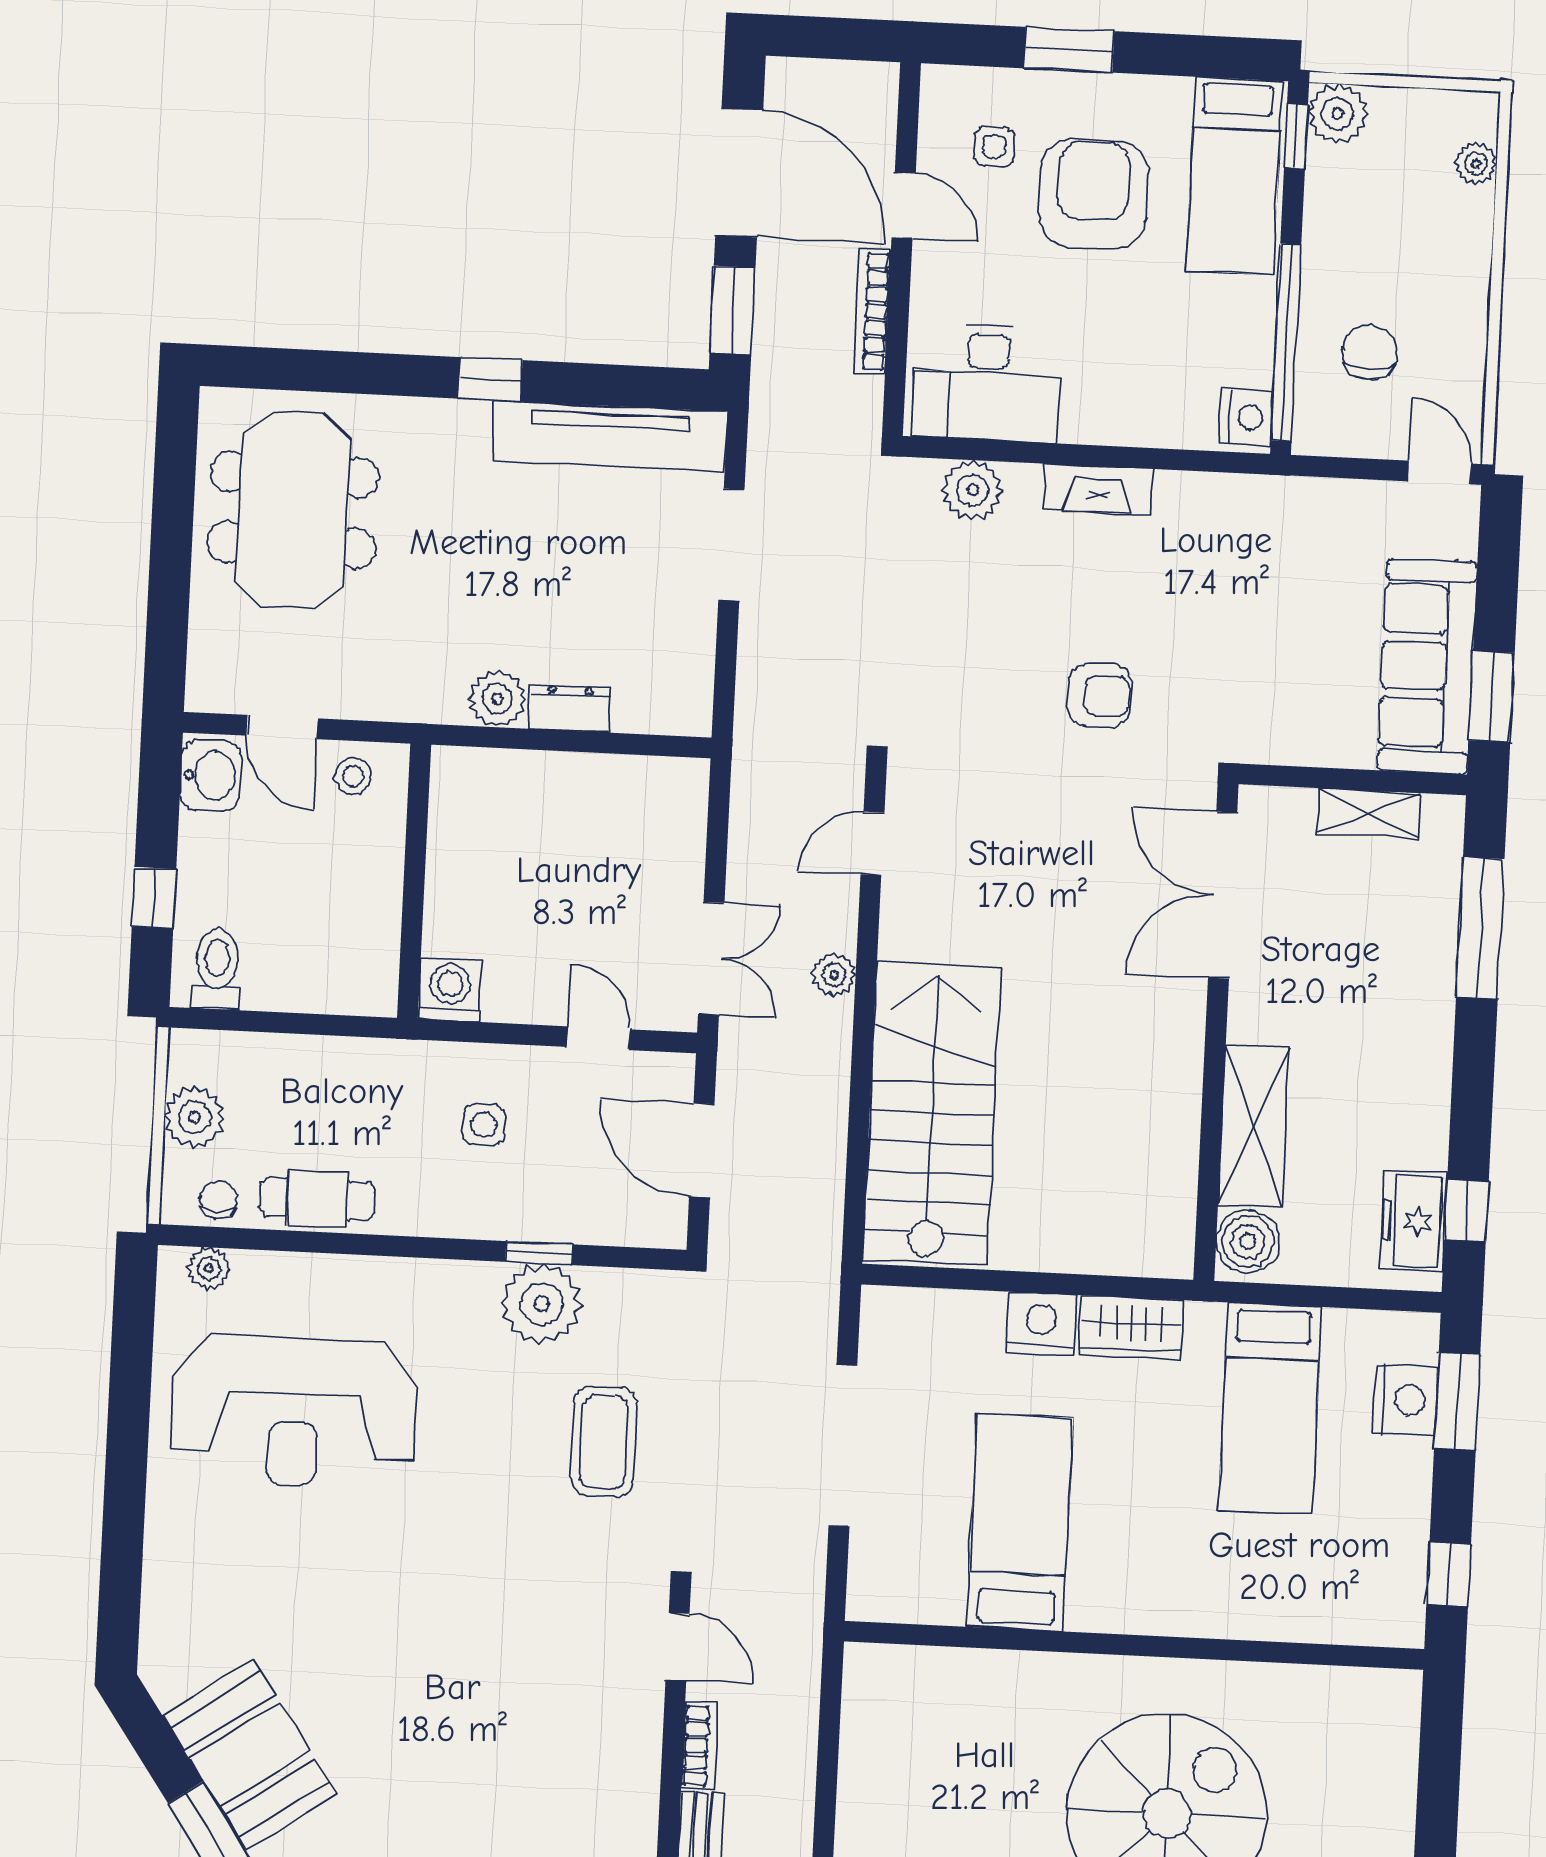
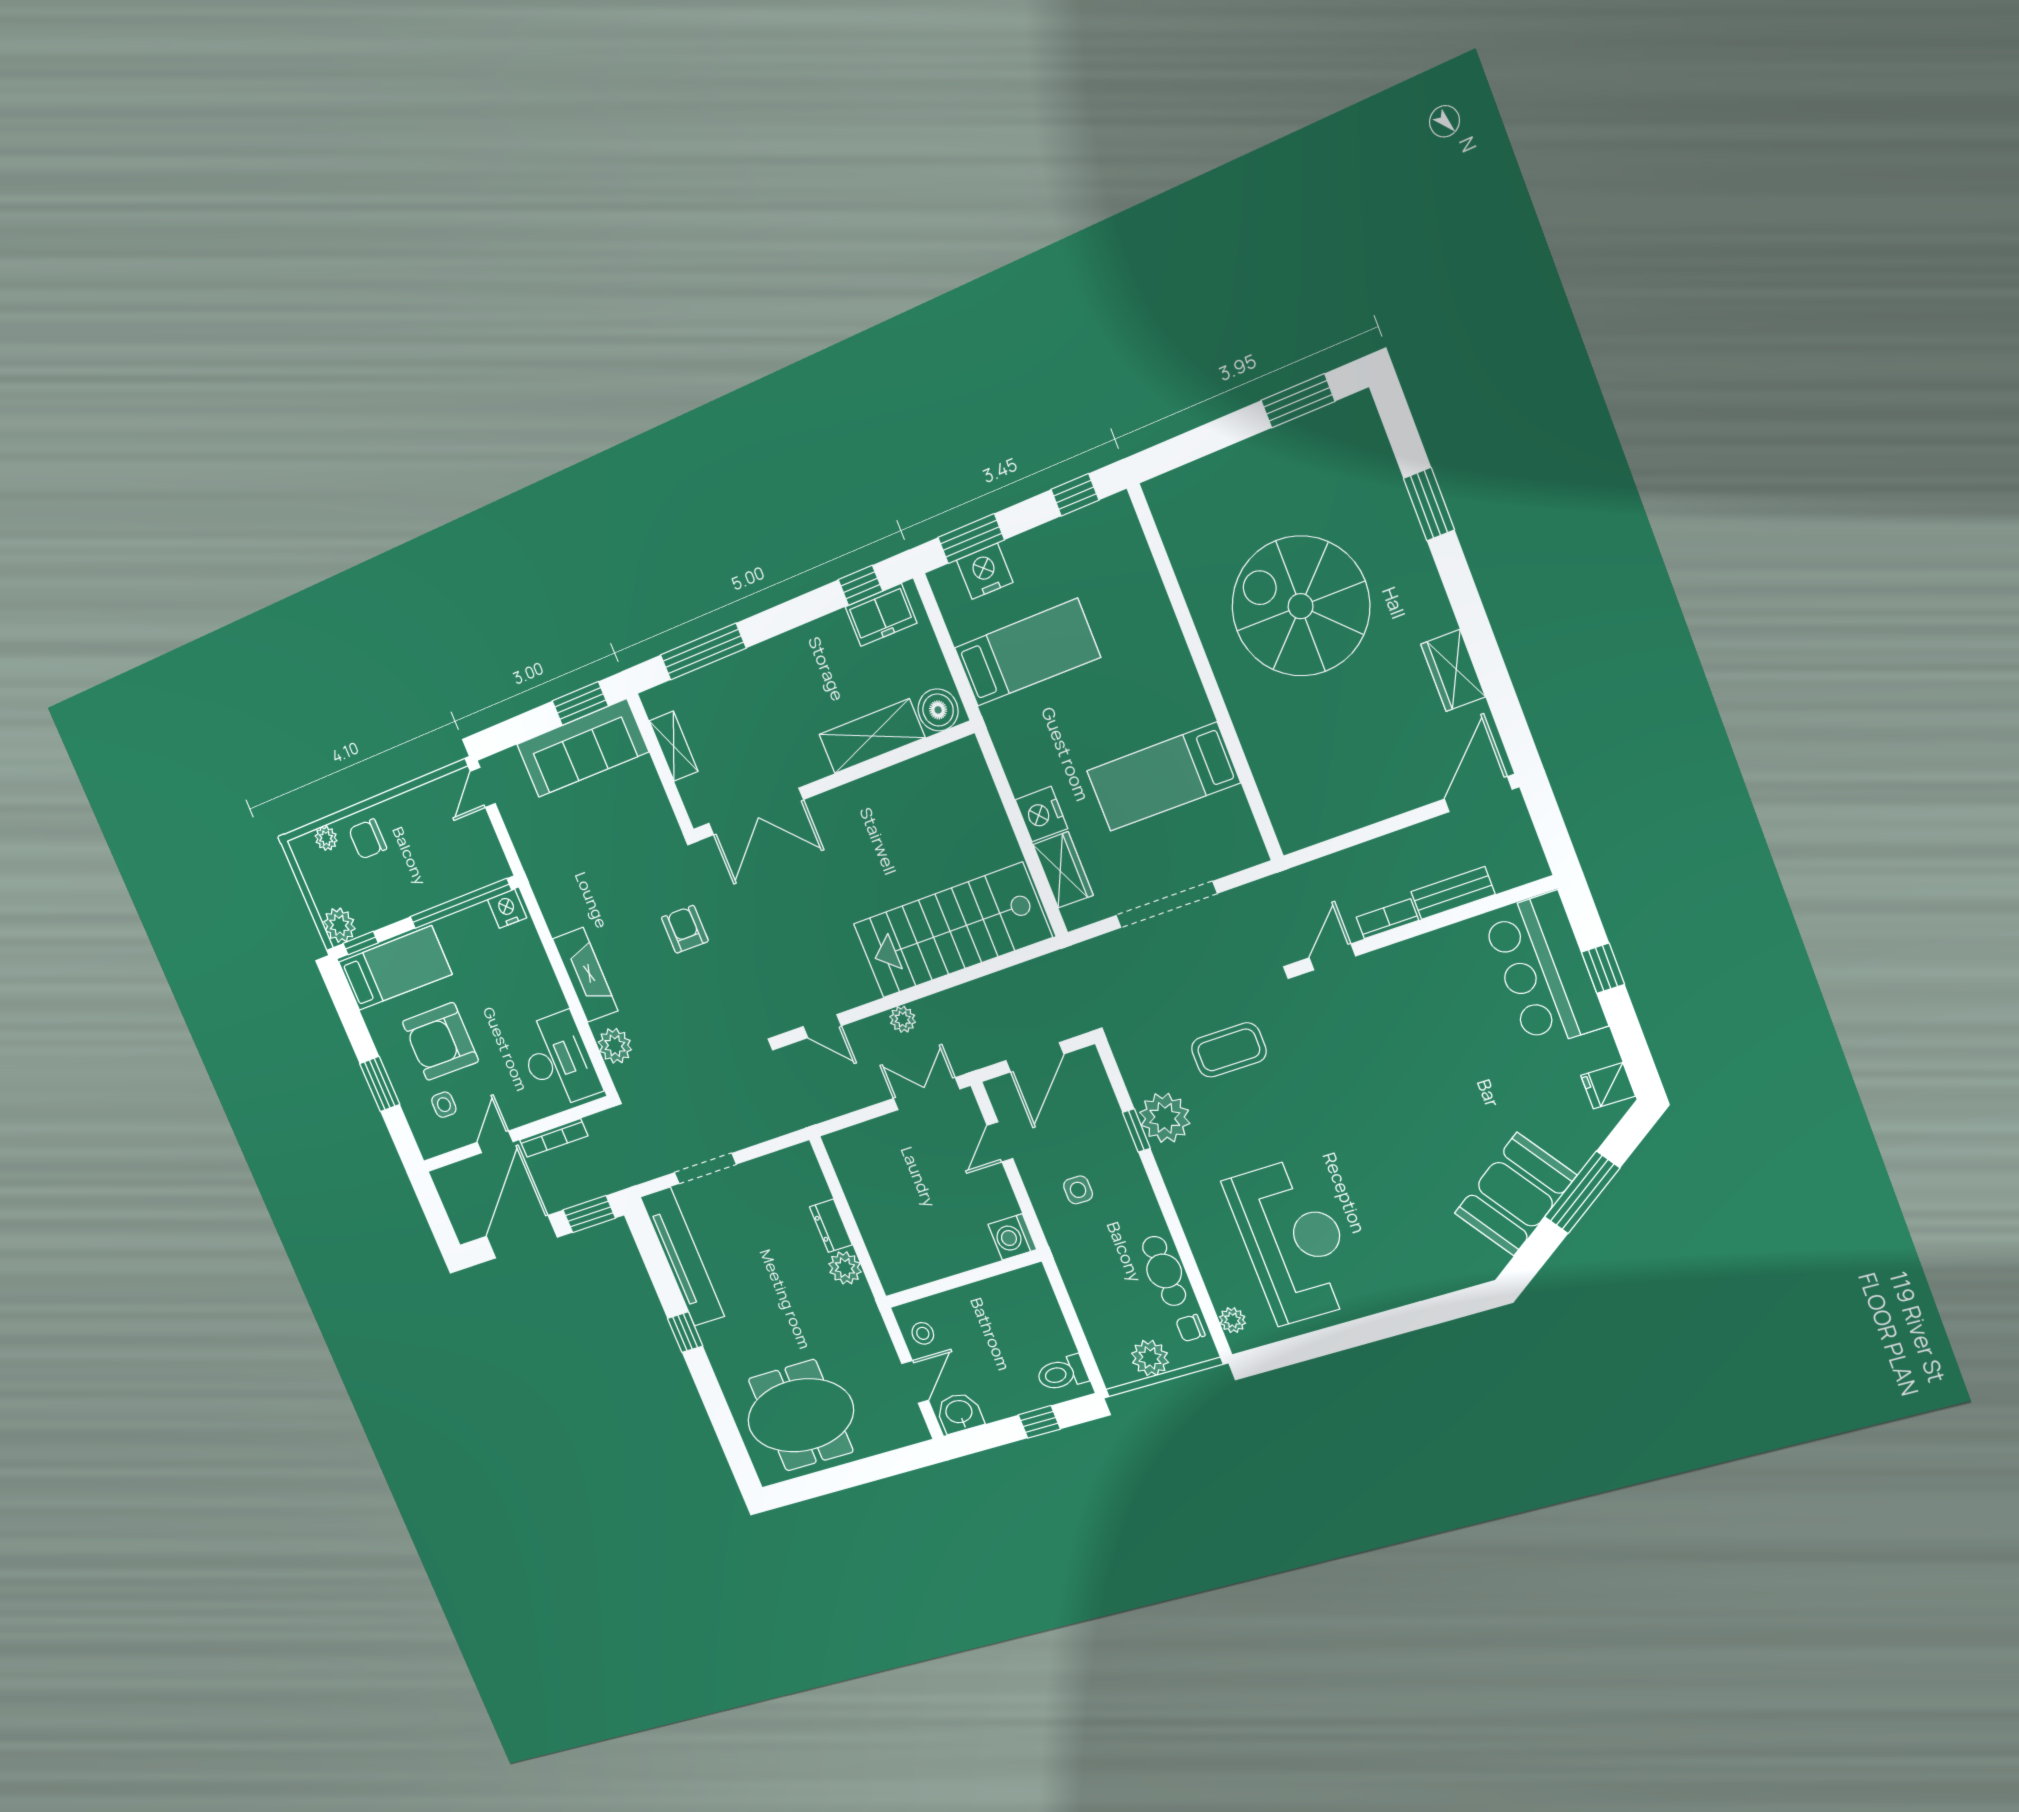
chair: (1370, 352) -> (368, 839), moved
fireplace: (1098, 489) -> (585, 975), width x1.37, depth x1.32
wardrobe: (1131, 1328) -> (1063, 870), moved

